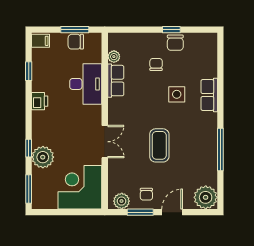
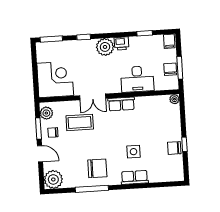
plant: (114, 57) -> (174, 99), moved
chair: (156, 64) -> (97, 168), moved, width x1.87, depth x1.87
row of seats: (116, 81) -> (121, 104), moved
coffee table: (159, 145) -> (80, 122), moved
plant: (43, 157) -> (105, 47), moved

